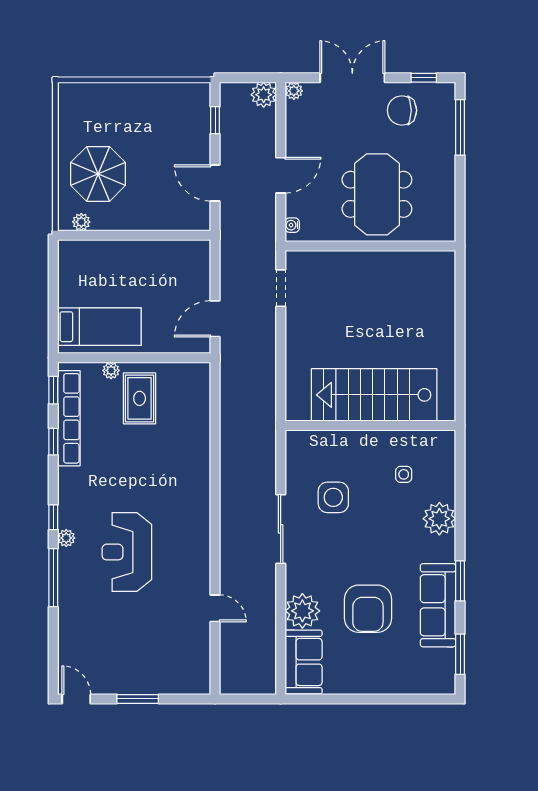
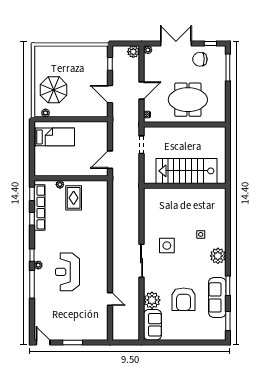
meeting table: (377, 194) -> (188, 100), turned 90
bed: (99, 327) -> (54, 137), moved
stairs: (374, 395) -> (187, 171), moved
wall: (370, 425) -> (185, 186), moved

